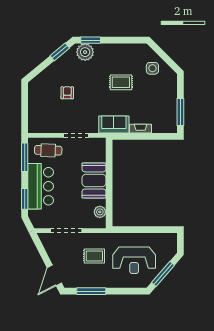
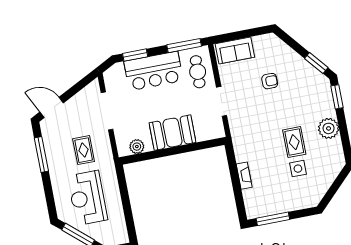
plant: (85, 52) -> (329, 128), moved
side table: (152, 68) -> (298, 169), moved
sofa: (114, 125) -> (235, 50), moved, turned 90

